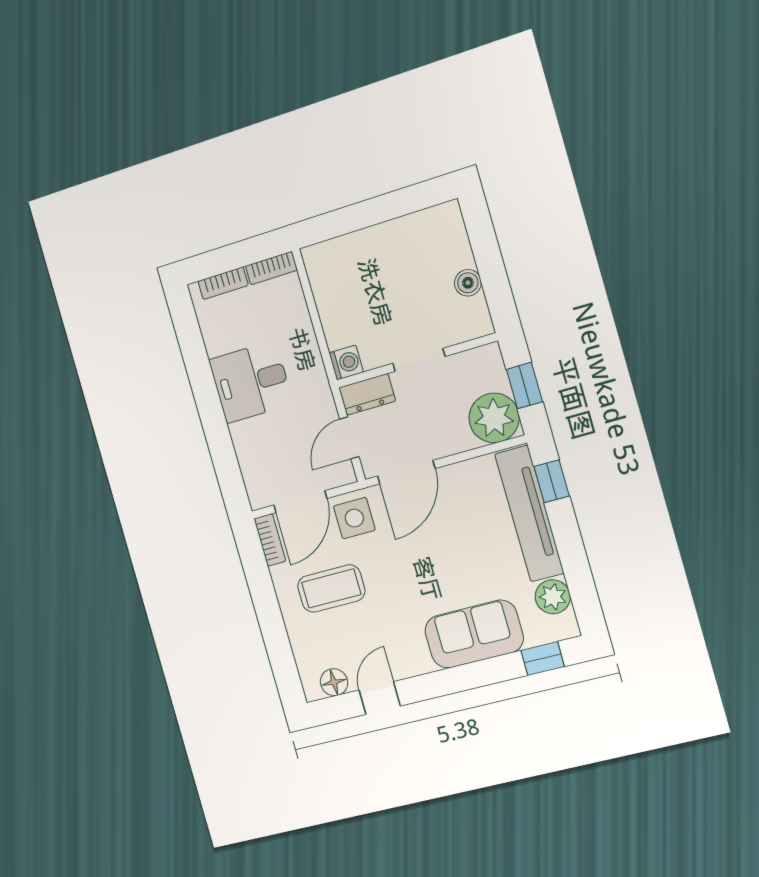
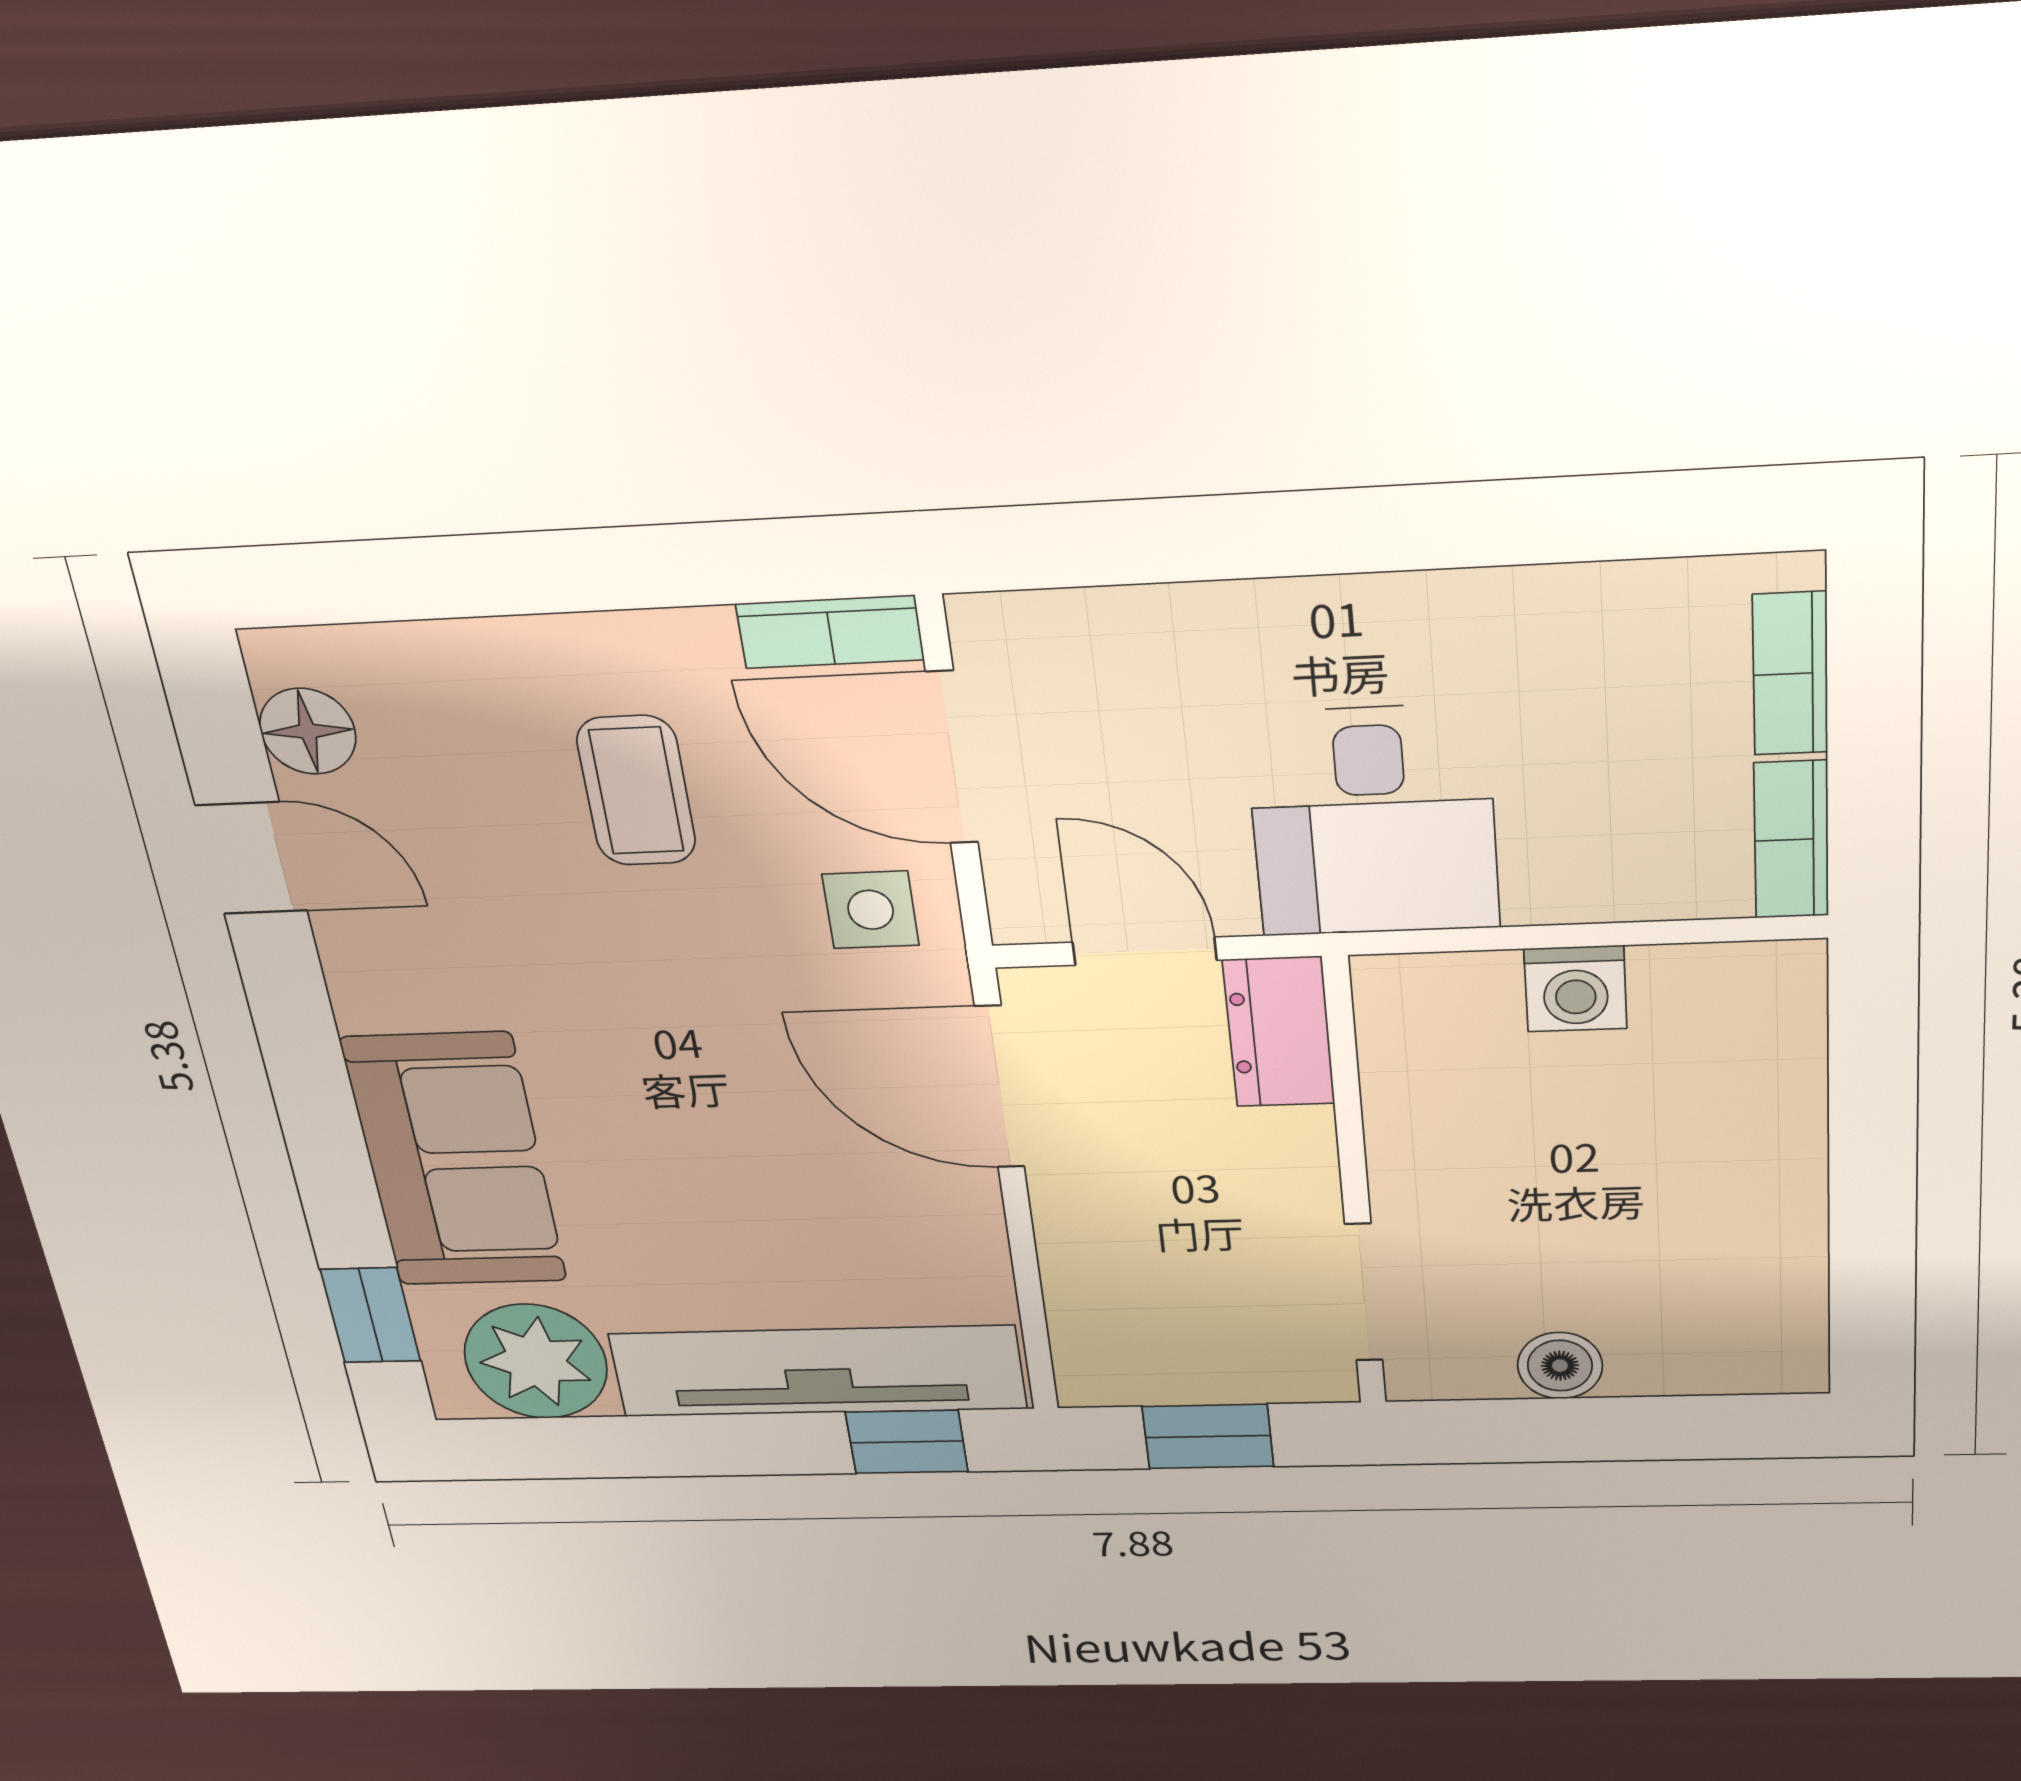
doorway: (419, 360) -> (1364, 1292), moved
washing machine: (346, 363) -> (1575, 989), moved
desk: (251, 382) -> (1373, 821), moved, turned 180
plant: (494, 418) -> (1126, 1346), removed
side table: (354, 518) -> (871, 910), width x0.73, depth x0.73
coffee table: (331, 588) -> (636, 791), width x0.73, depth x0.77
plant: (553, 597) -> (536, 1361), width x1.36, depth x1.36

